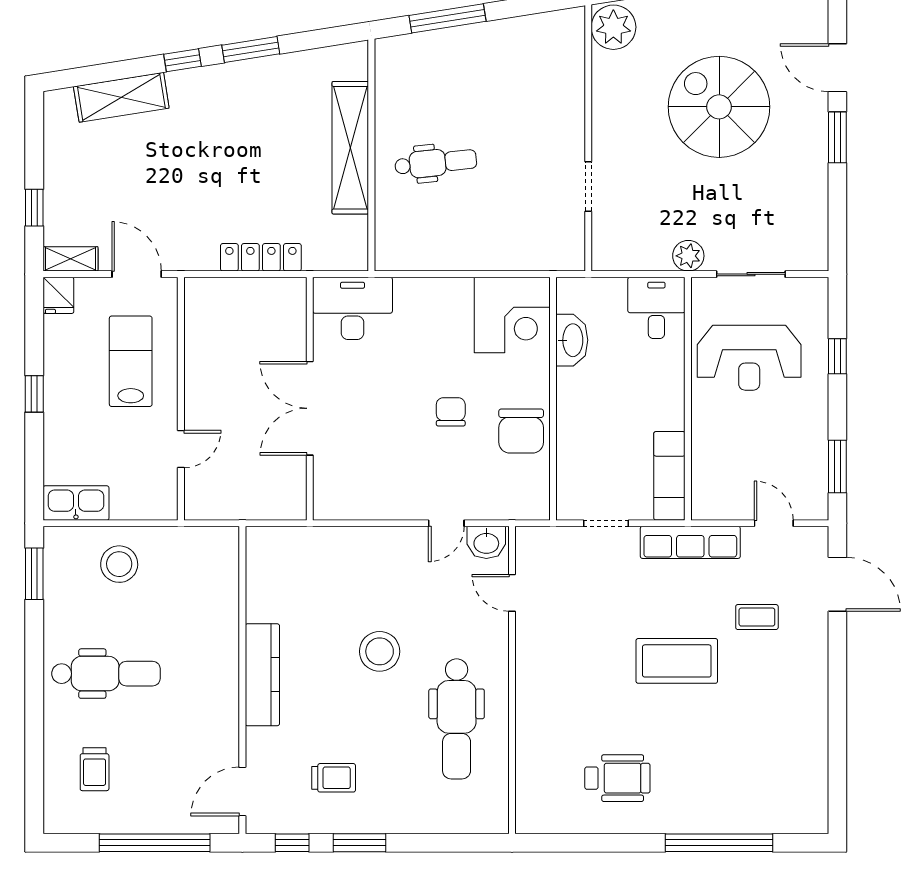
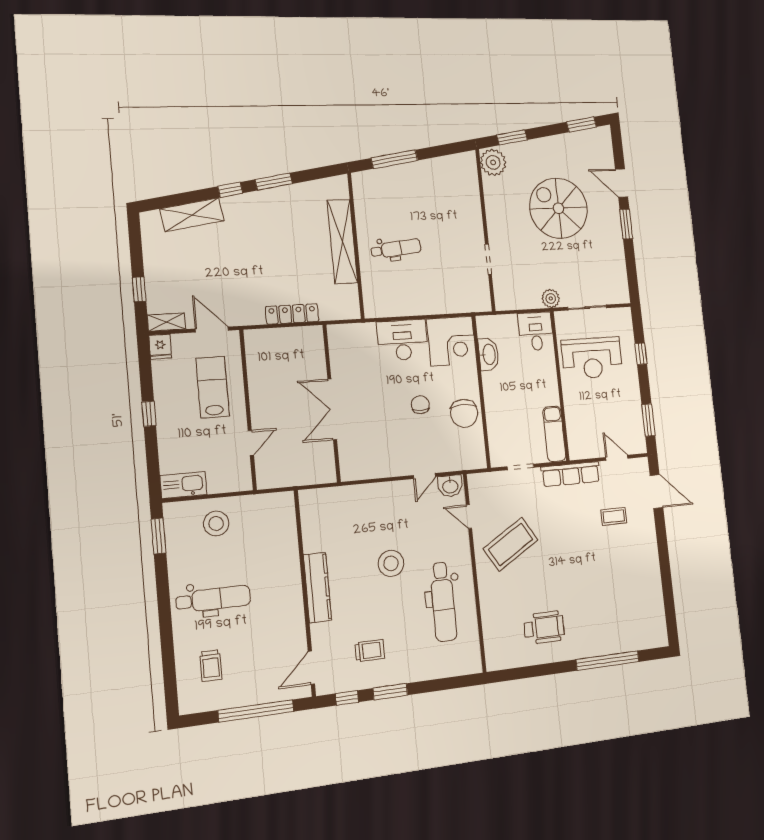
desk: (353, 308) -> (403, 340), moved
coffee table: (677, 661) -> (511, 544), moved, turned -31

